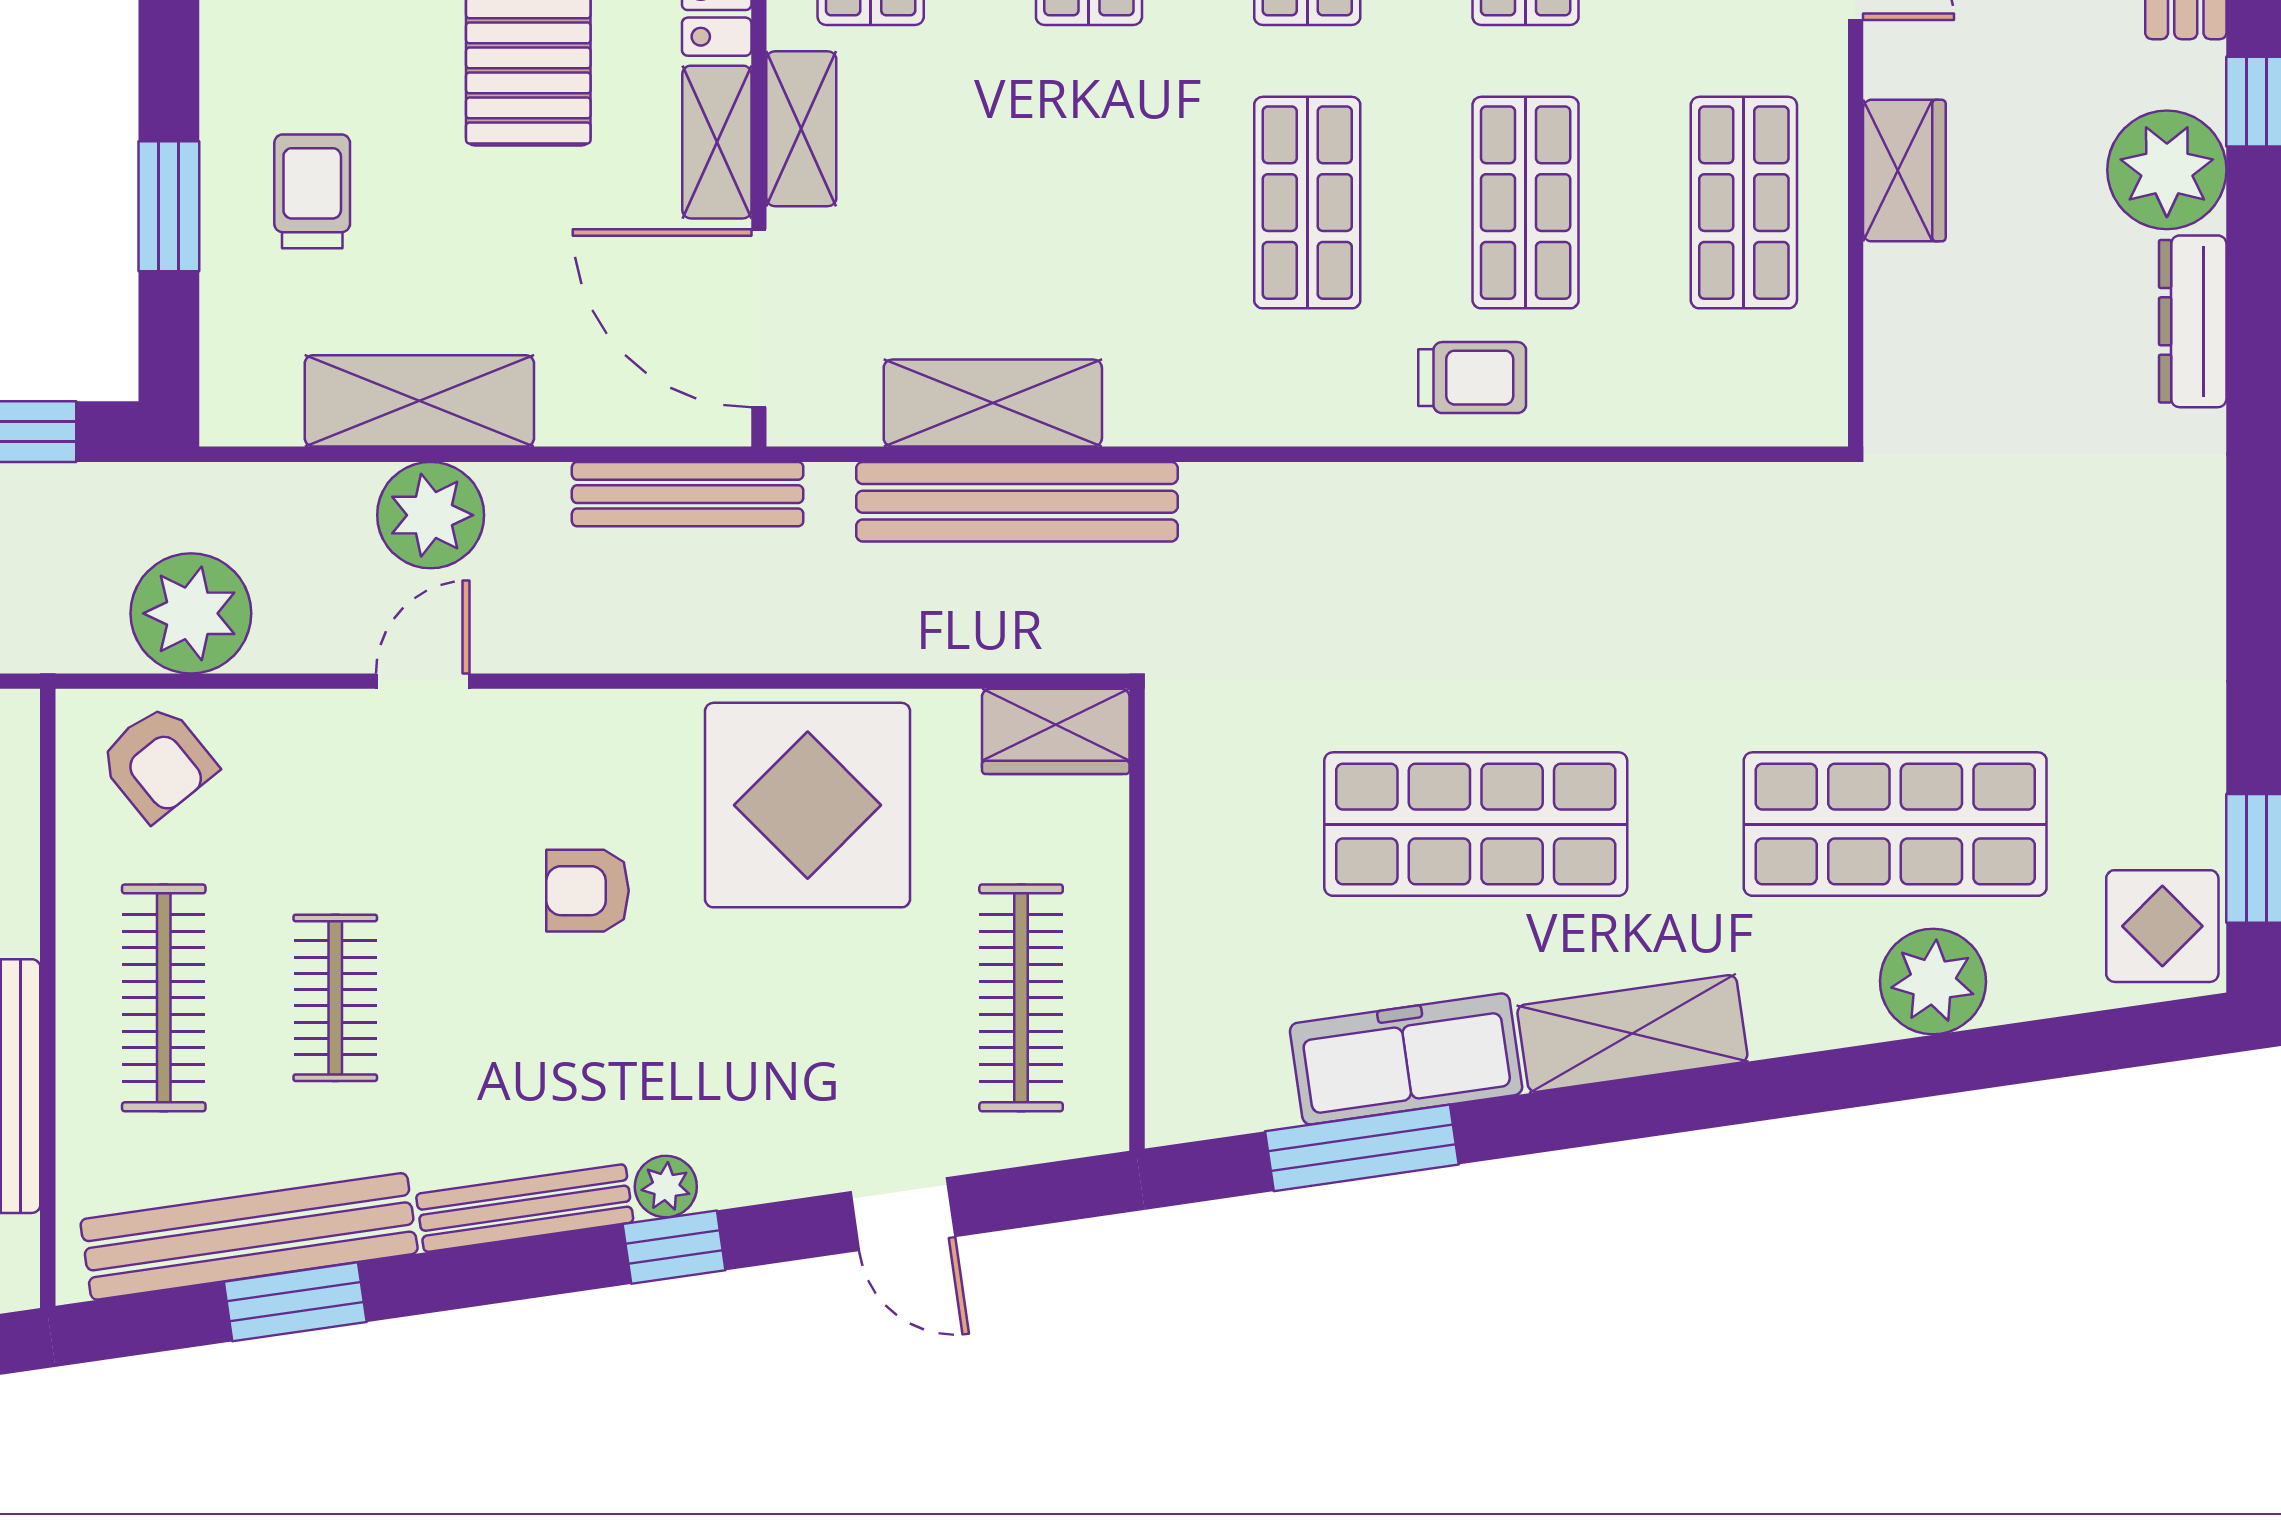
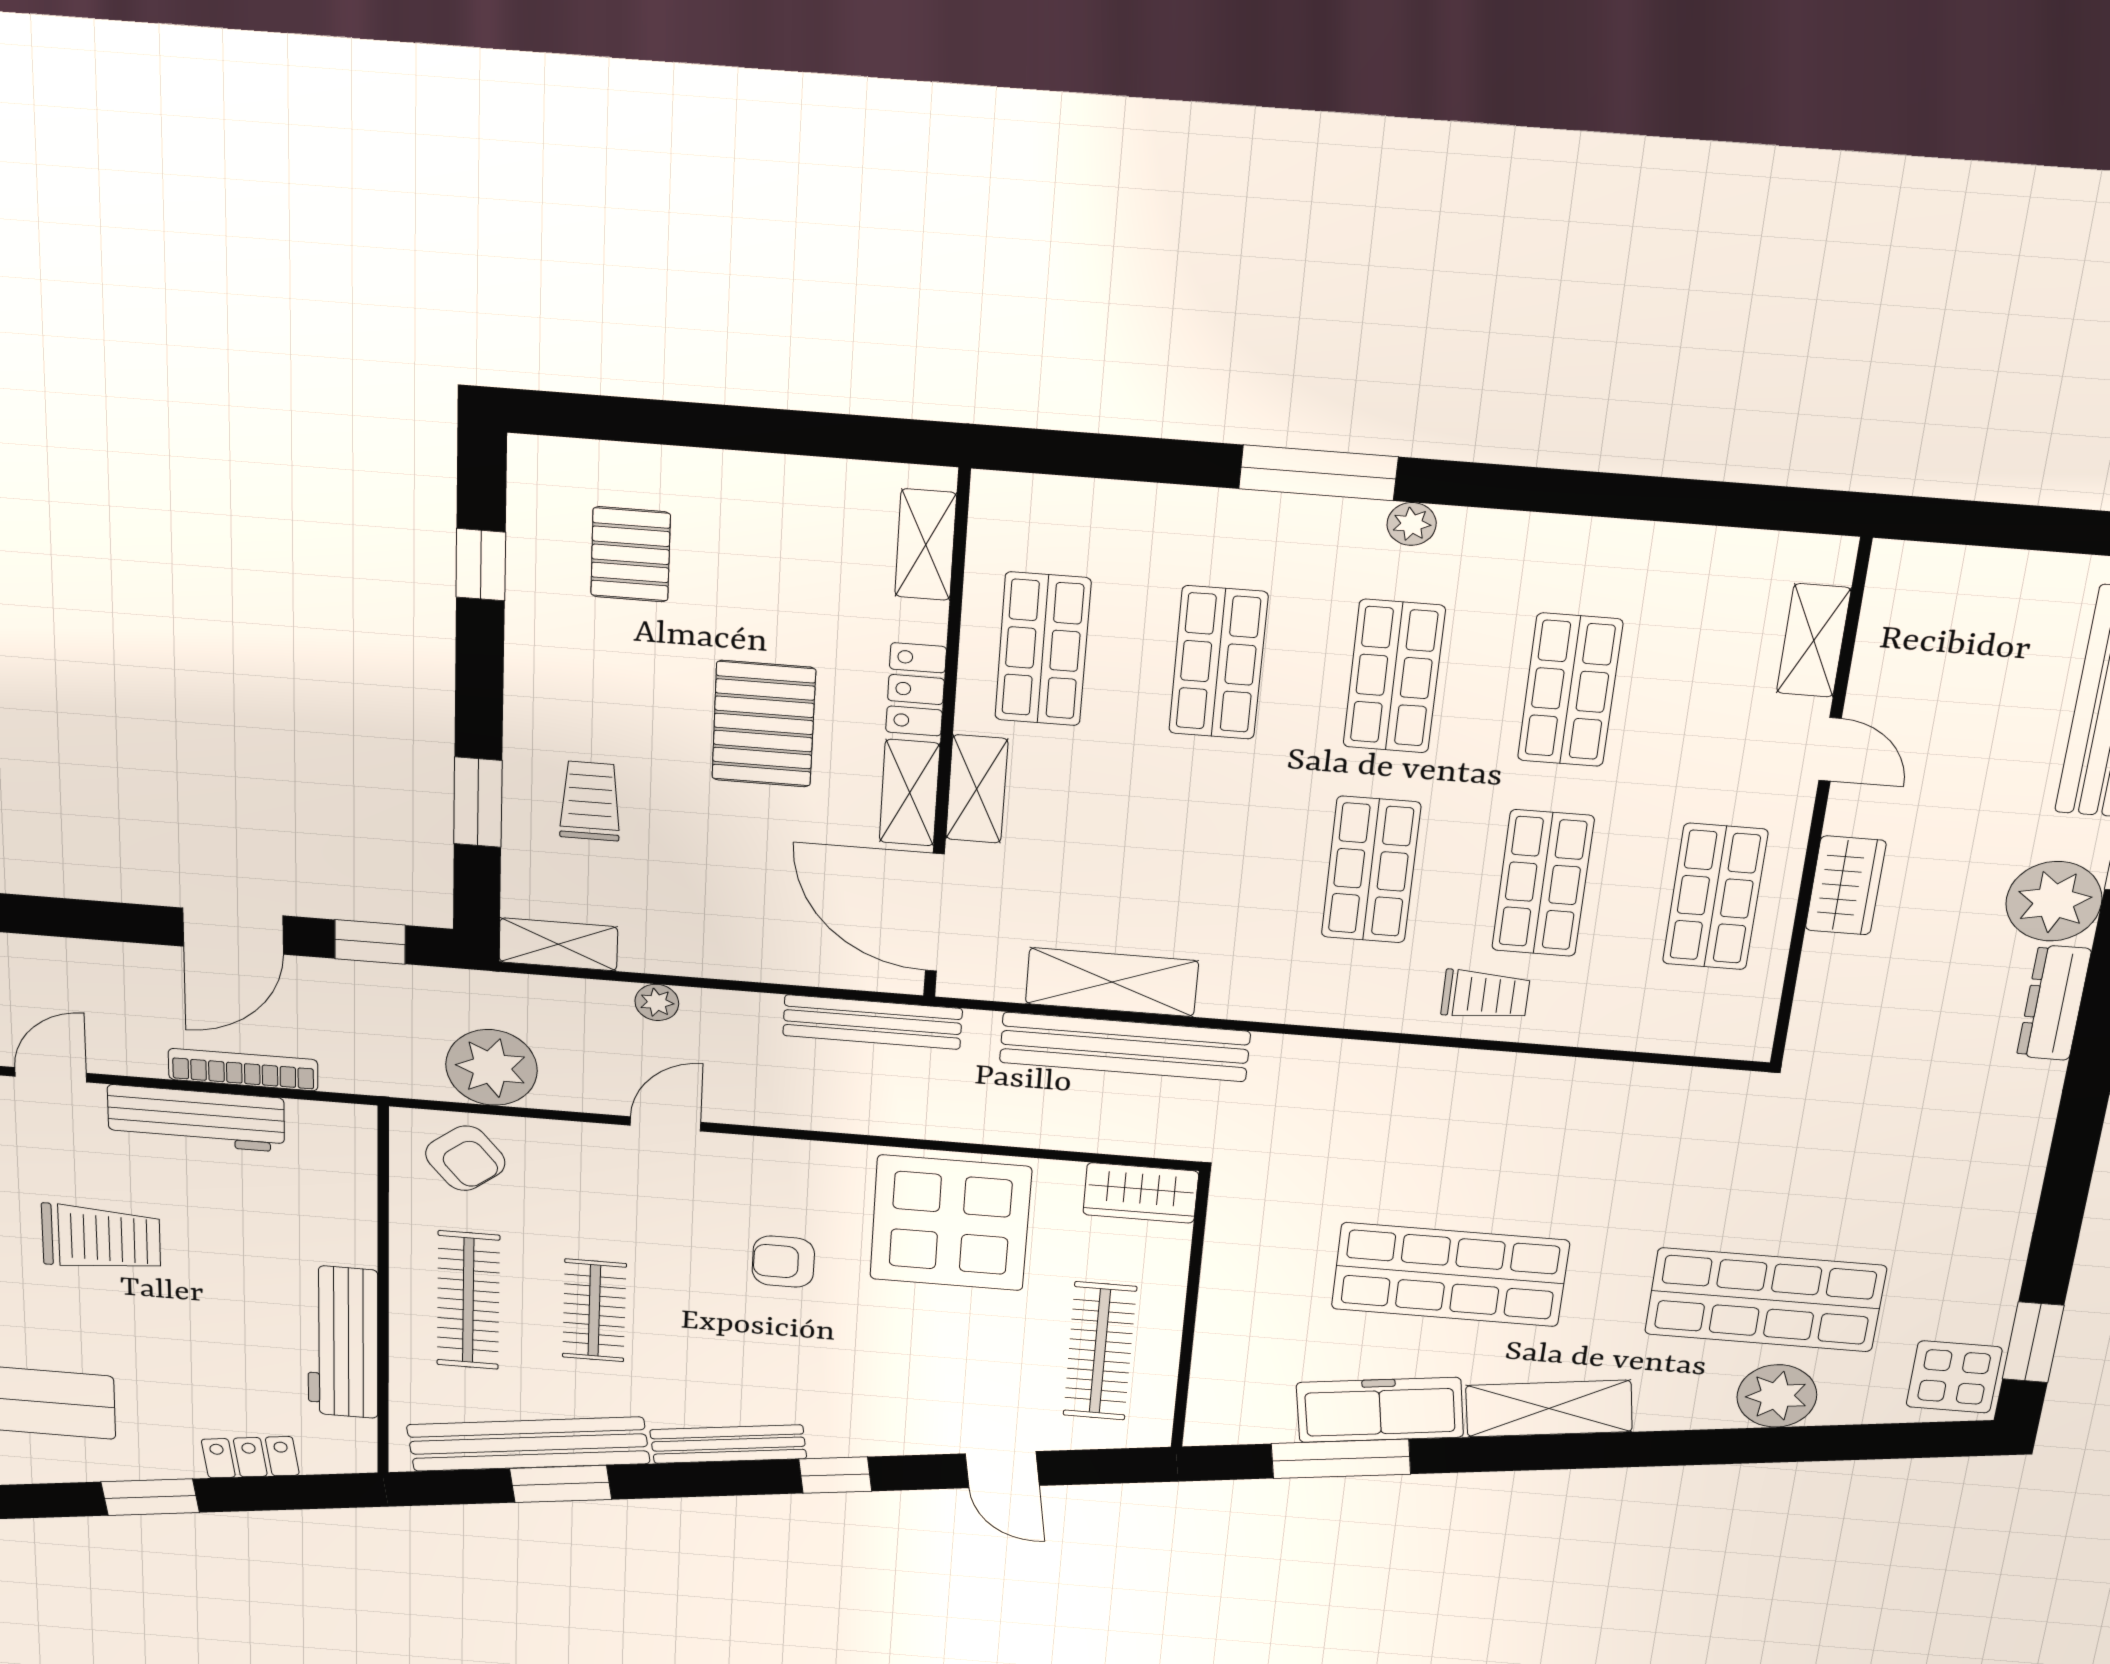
shelving: (419, 401) -> (558, 944), moved, width x0.67, depth x0.75
plant: (431, 515) -> (657, 1002), width x0.53, depth x0.53
plant: (666, 1187) -> (831, 1440), removed

